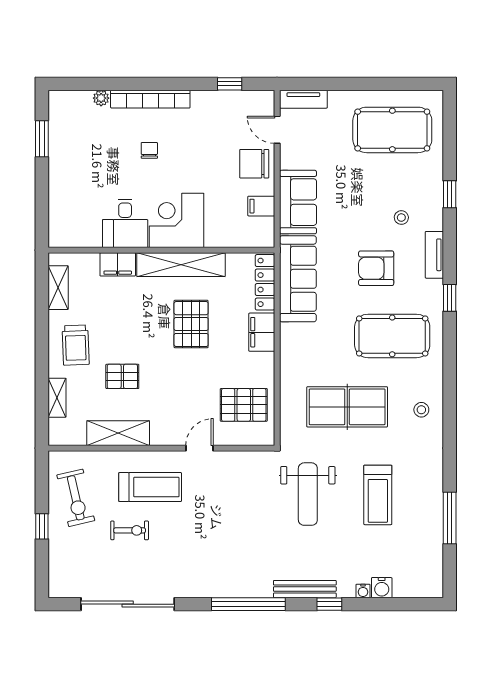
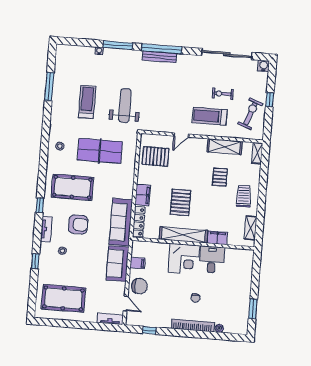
pallet: (122, 376) -> (220, 177), turned 90
shelving: (57, 398) -> (257, 153), moved
exercise bike: (76, 498) -> (250, 114), turned 33
water cooler: (382, 588) -> (264, 66), moved
bench: (305, 589) -> (159, 57), moved
window: (329, 604) -> (118, 45), width x2.17

